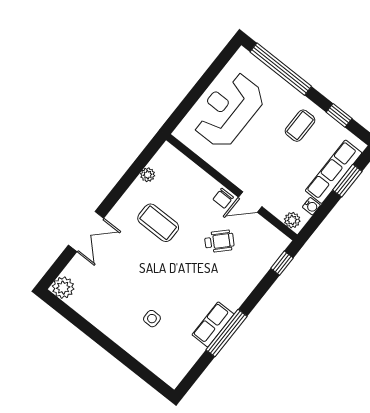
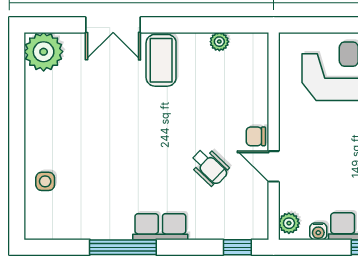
coffee table: (158, 223) -> (161, 60), moved
plant: (63, 288) -> (44, 52), width x1.36, depth x1.36
side table: (152, 319) -> (45, 181), moved
row of seats: (213, 324) -> (160, 227), moved

